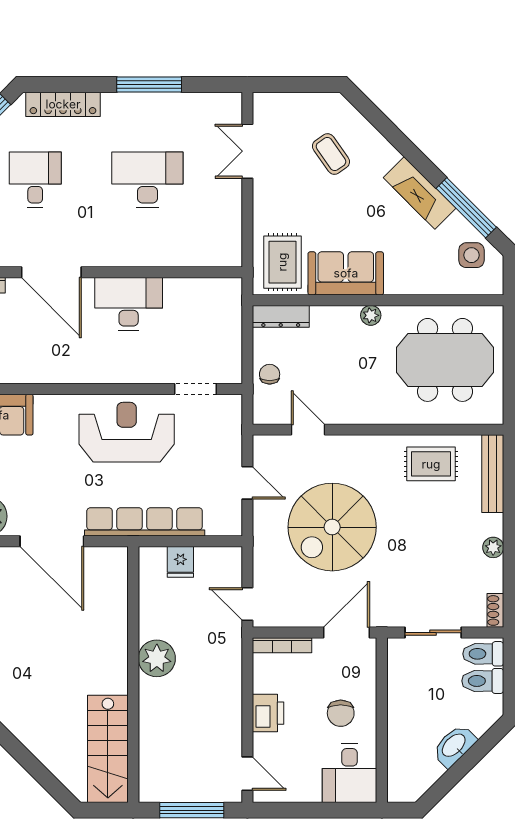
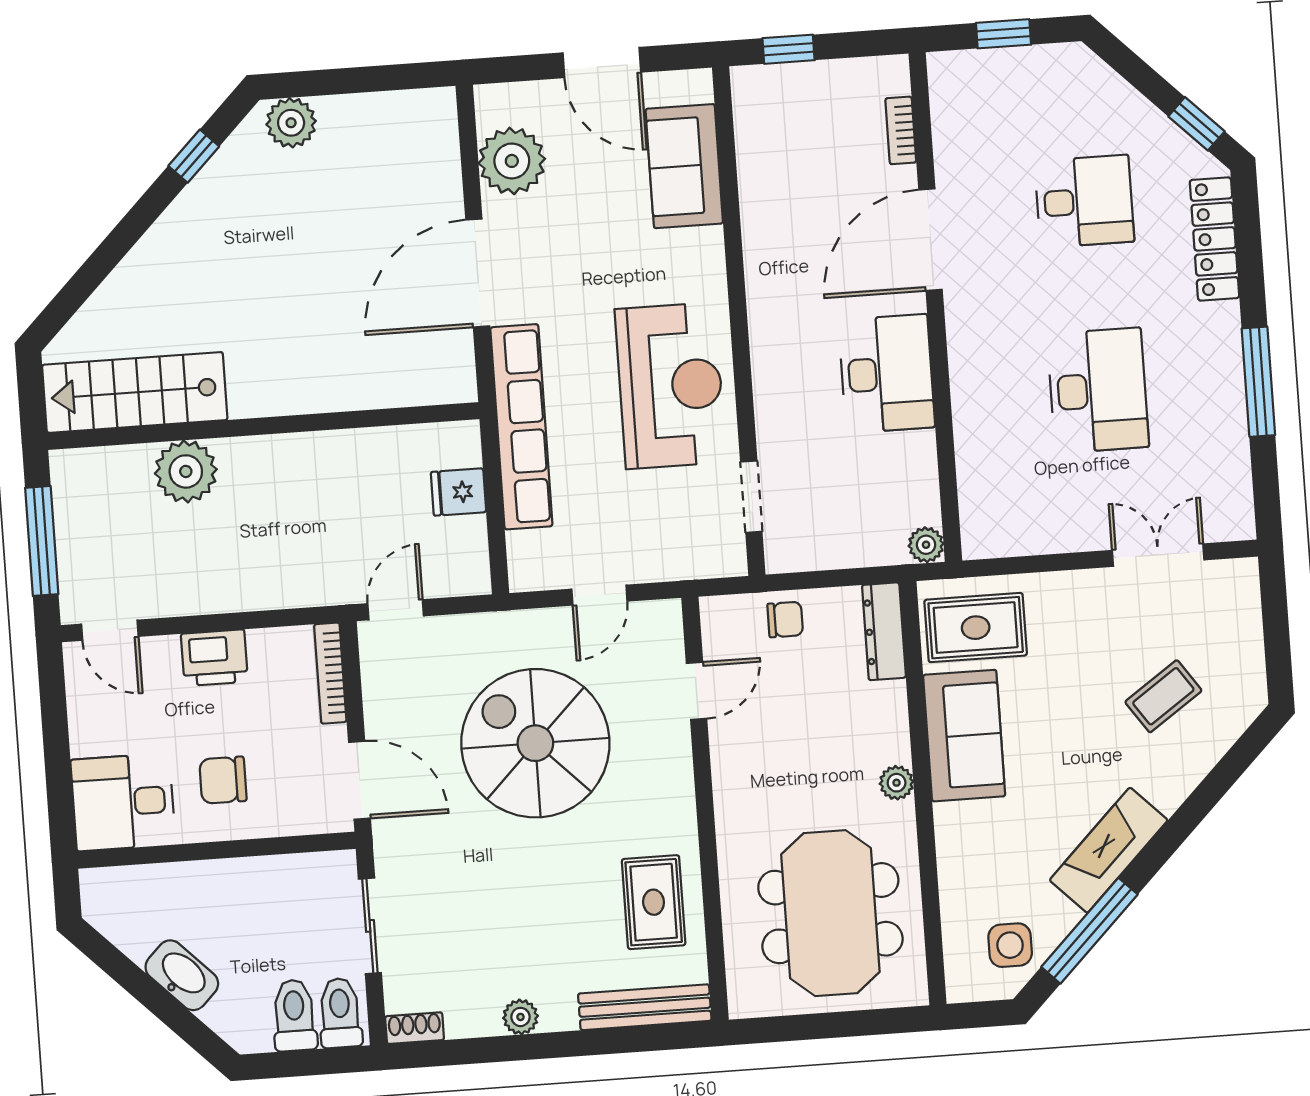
plant: (231, 288) -> (926, 545), added
plant: (157, 658) -> (186, 471), moved
door: (247, 774) -> (110, 630), hinge flipped

